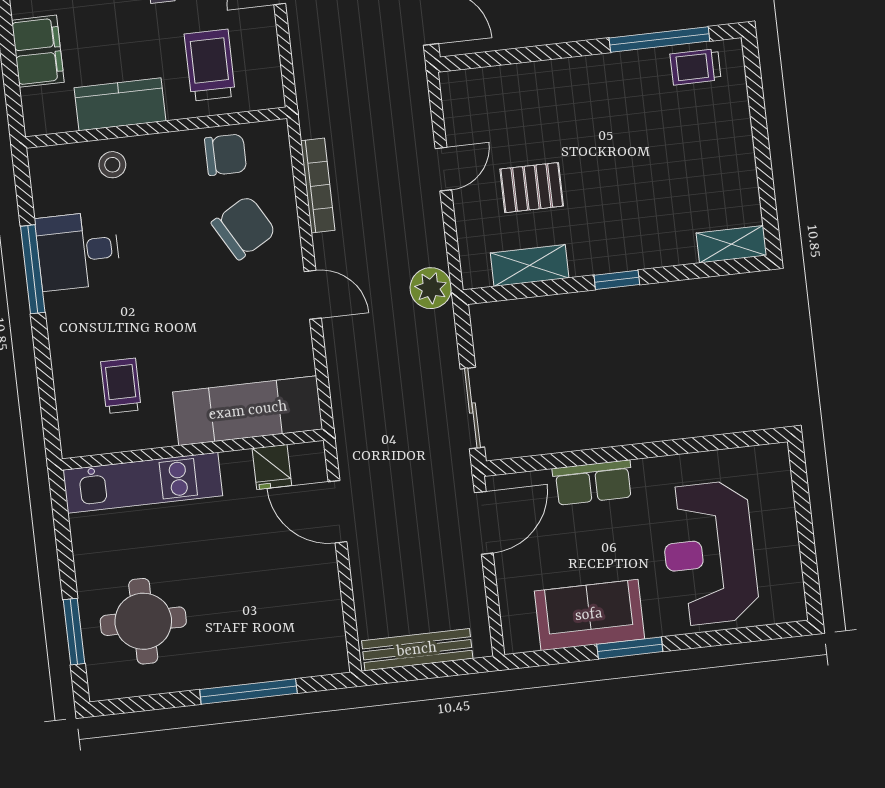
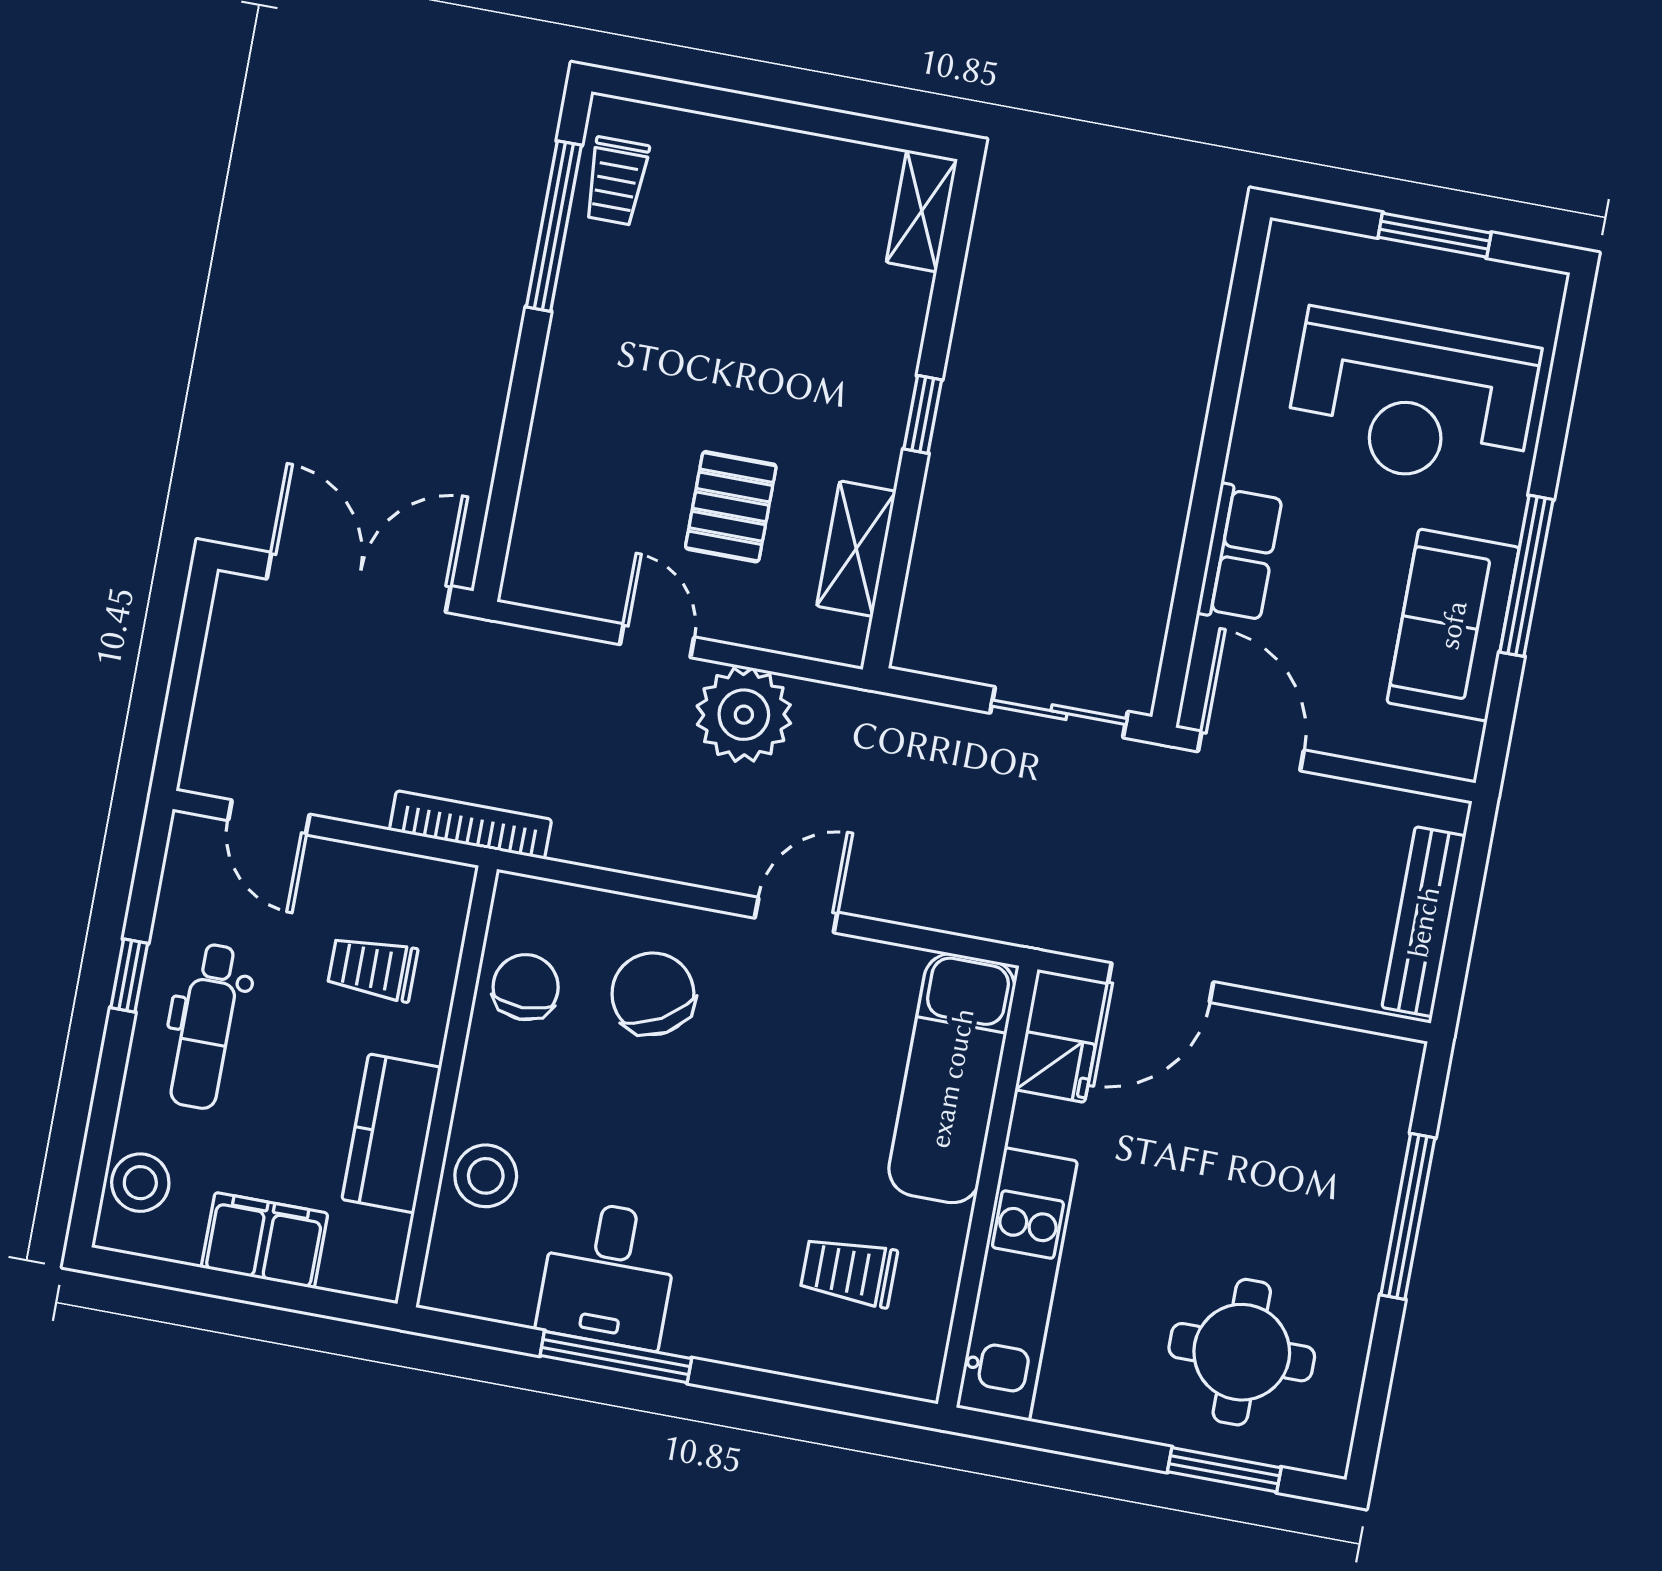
trolley: (210, 65) -> (373, 968), width x0.73, depth x0.72
stool: (112, 165) -> (486, 1176), width x1.37, depth x1.37
bookcase: (318, 186) -> (470, 825), moved
plant: (431, 288) -> (744, 715), moved, width x1.36, depth x1.36
window: (806, 537) -> (1435, 235), added
window: (630, 648) -> (1527, 576), width x1.44

